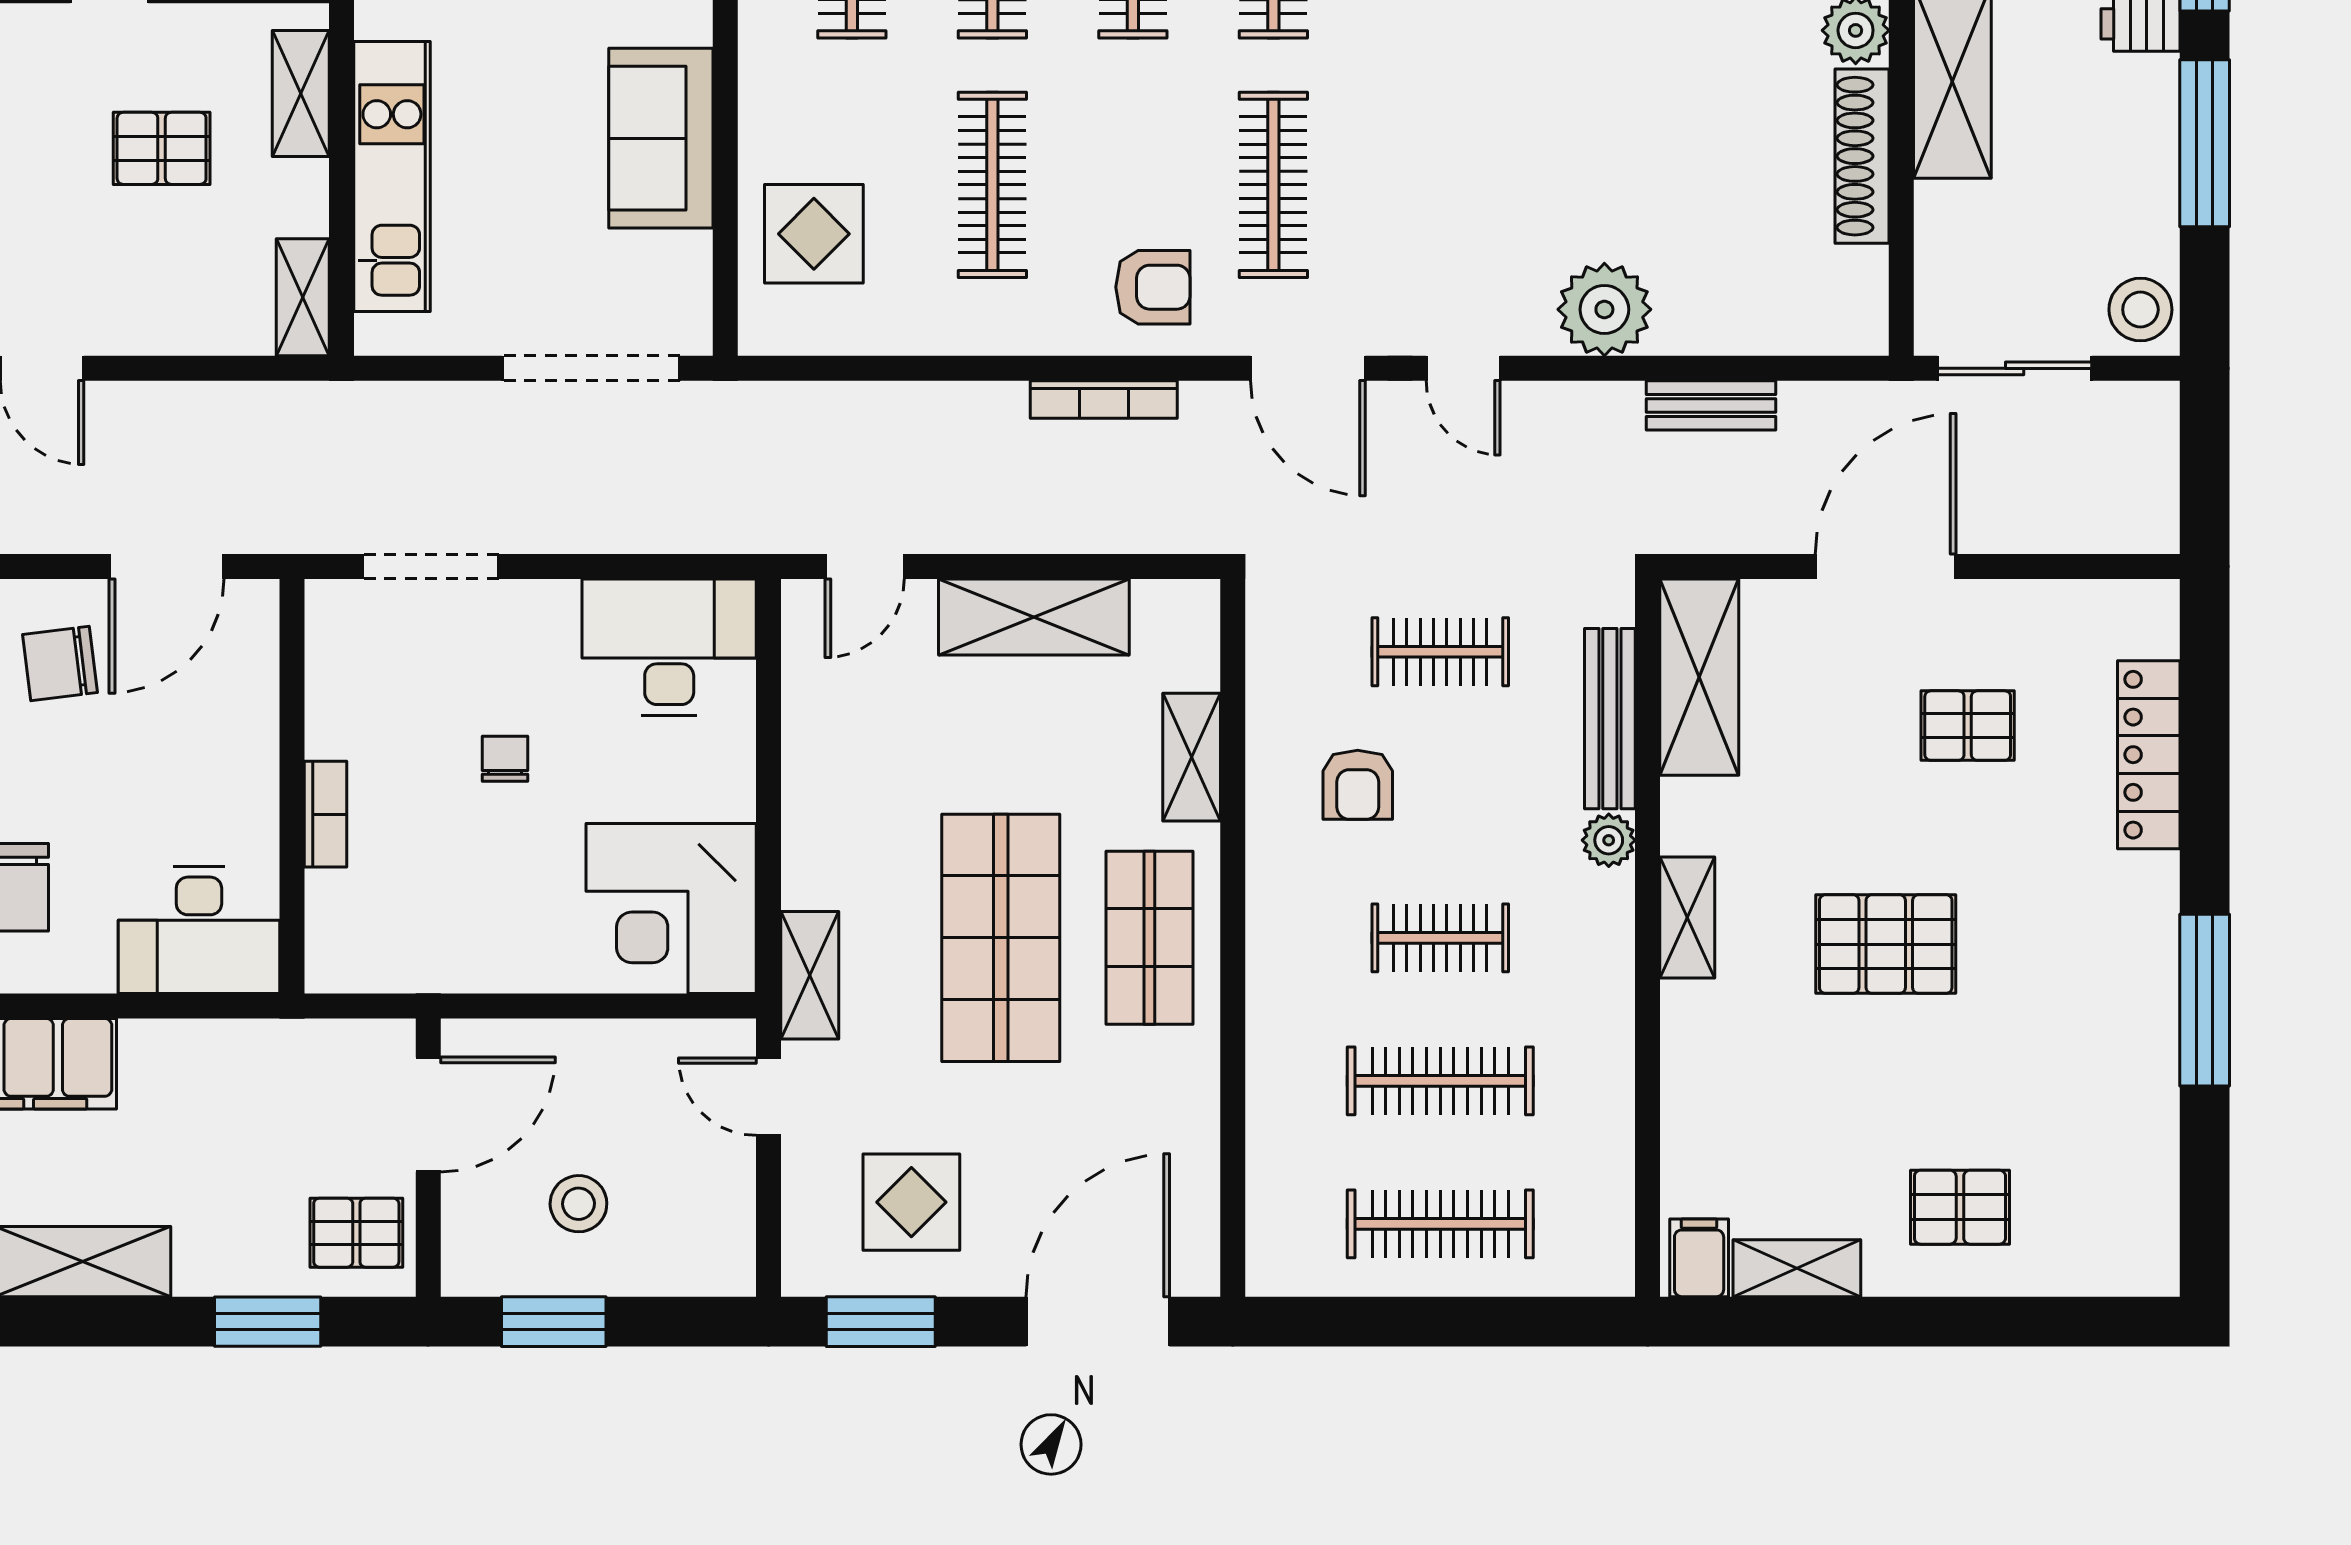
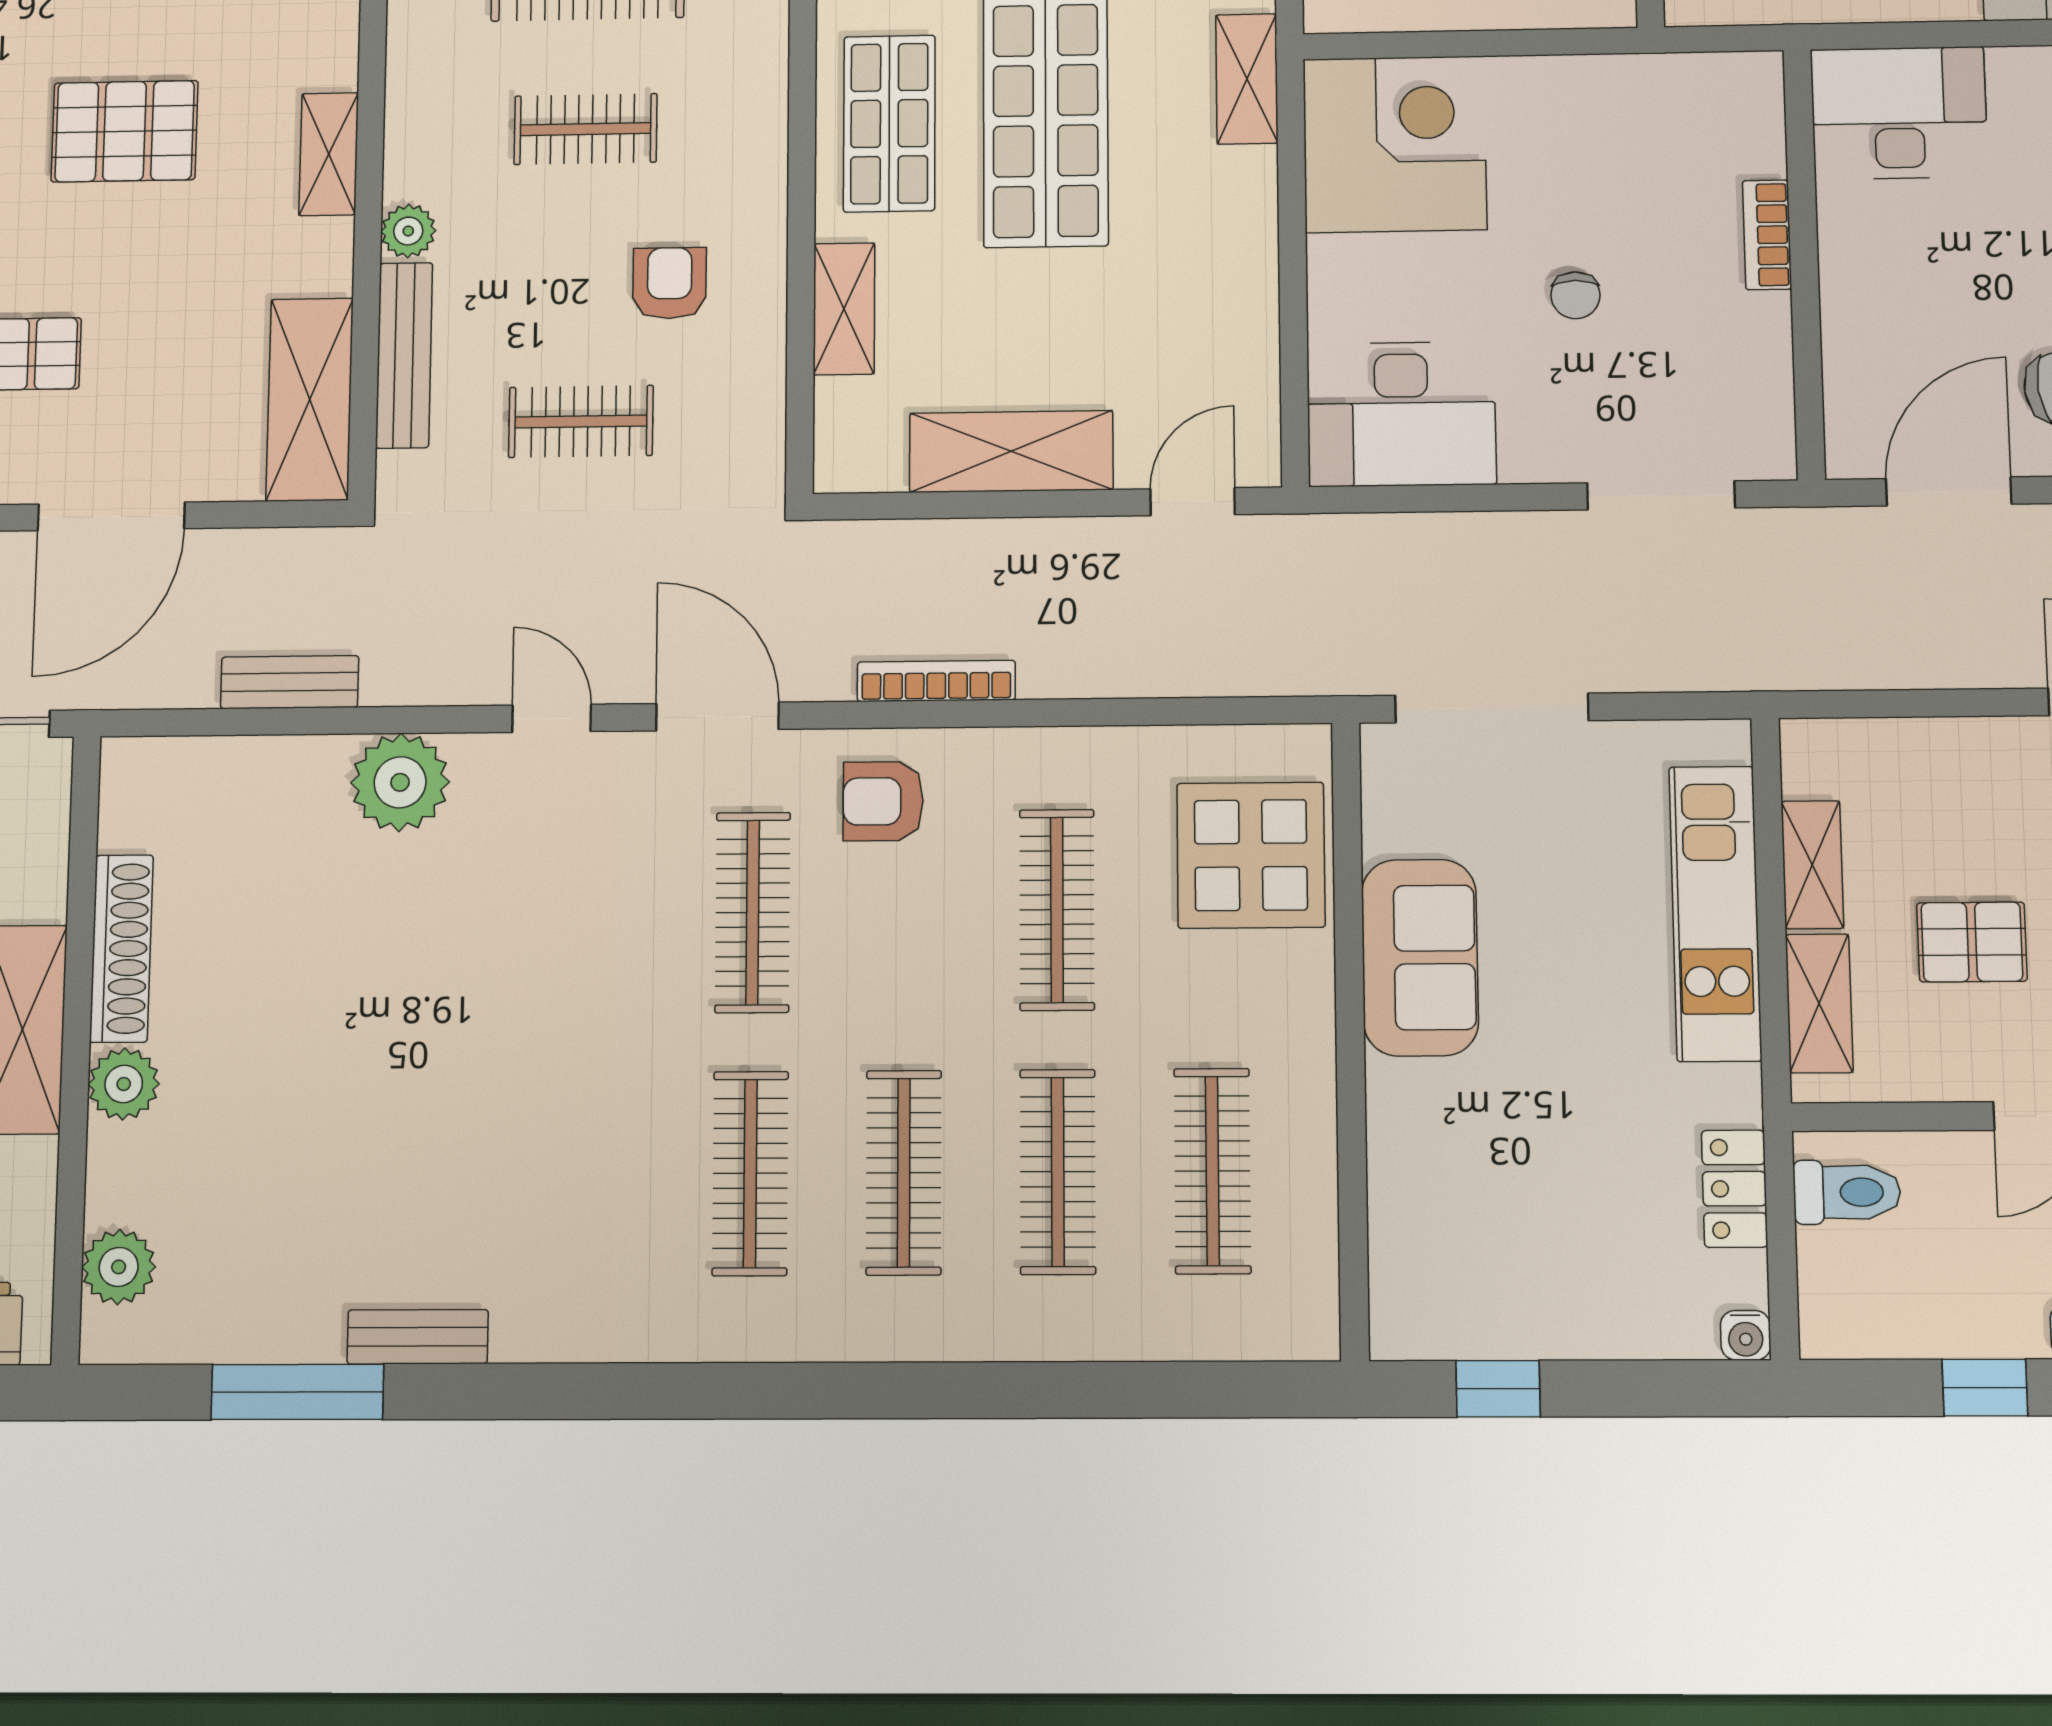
display table: (814, 234) -> (1251, 855), width x1.36, depth x1.36
shelving: (303, 297) -> (1812, 865), moved

